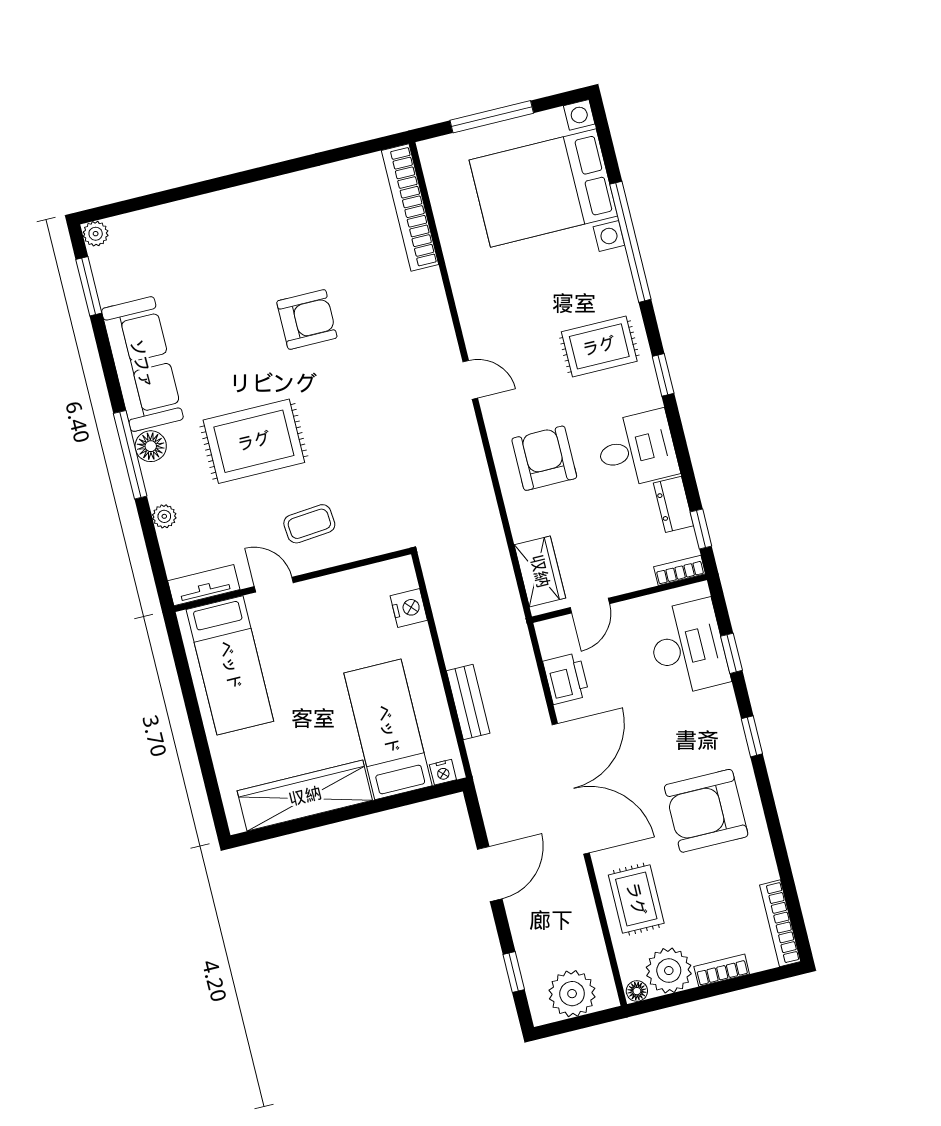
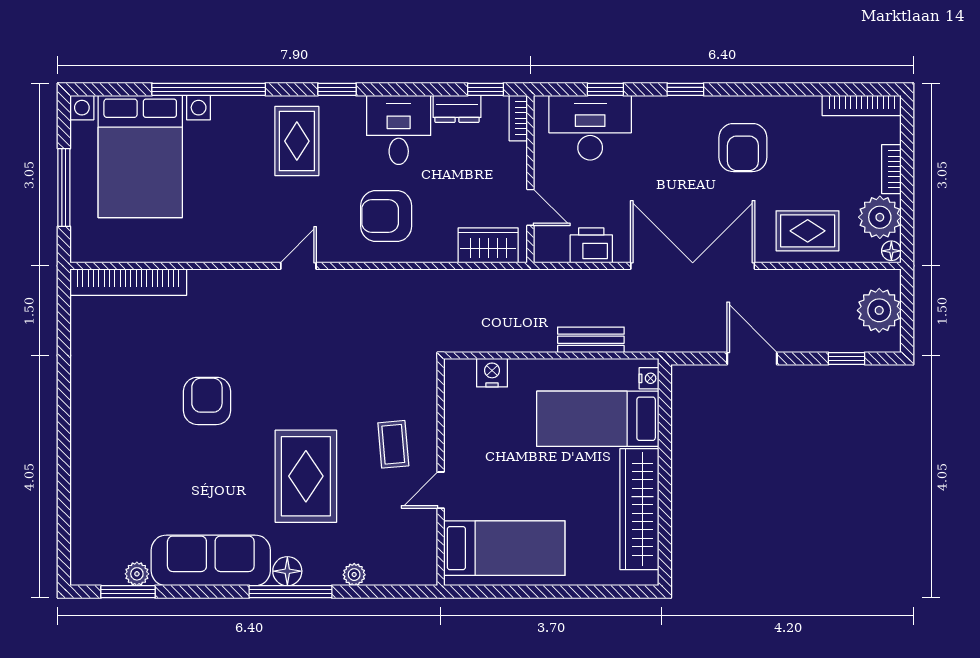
plant: (96, 234) -> (137, 574), moved
tv unit: (204, 585) -> (426, 554), removed
armchair: (706, 811) -> (743, 148), width x0.73, depth x0.73

